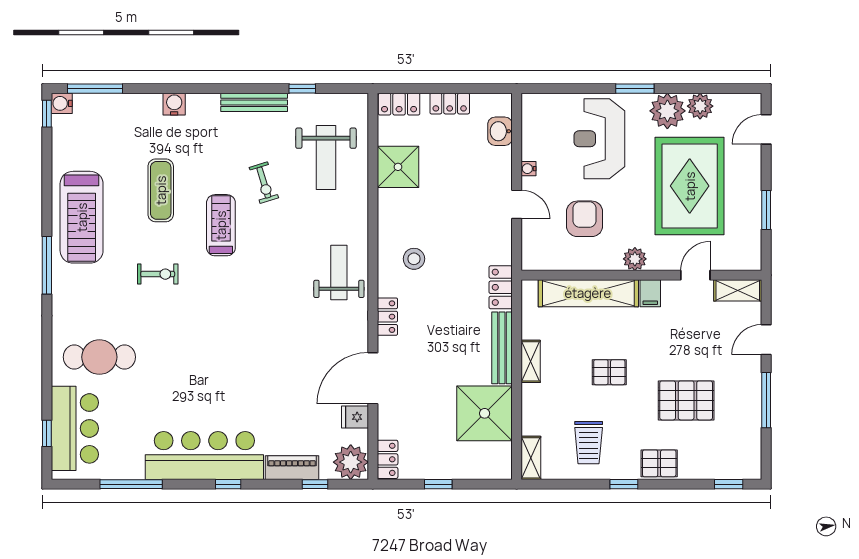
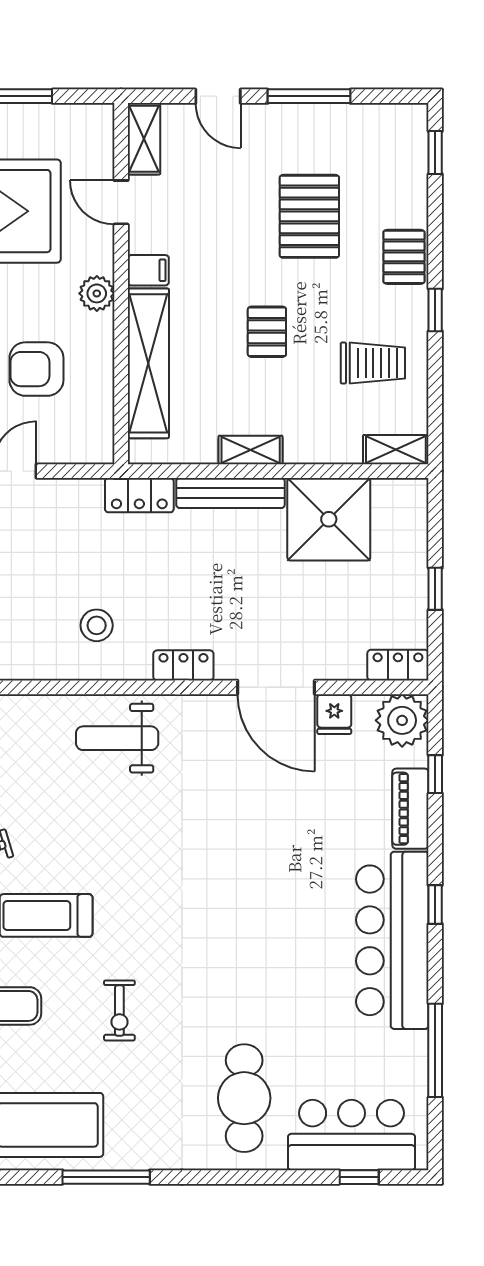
exercise bike: (158, 274) -> (119, 1011), turned 180

